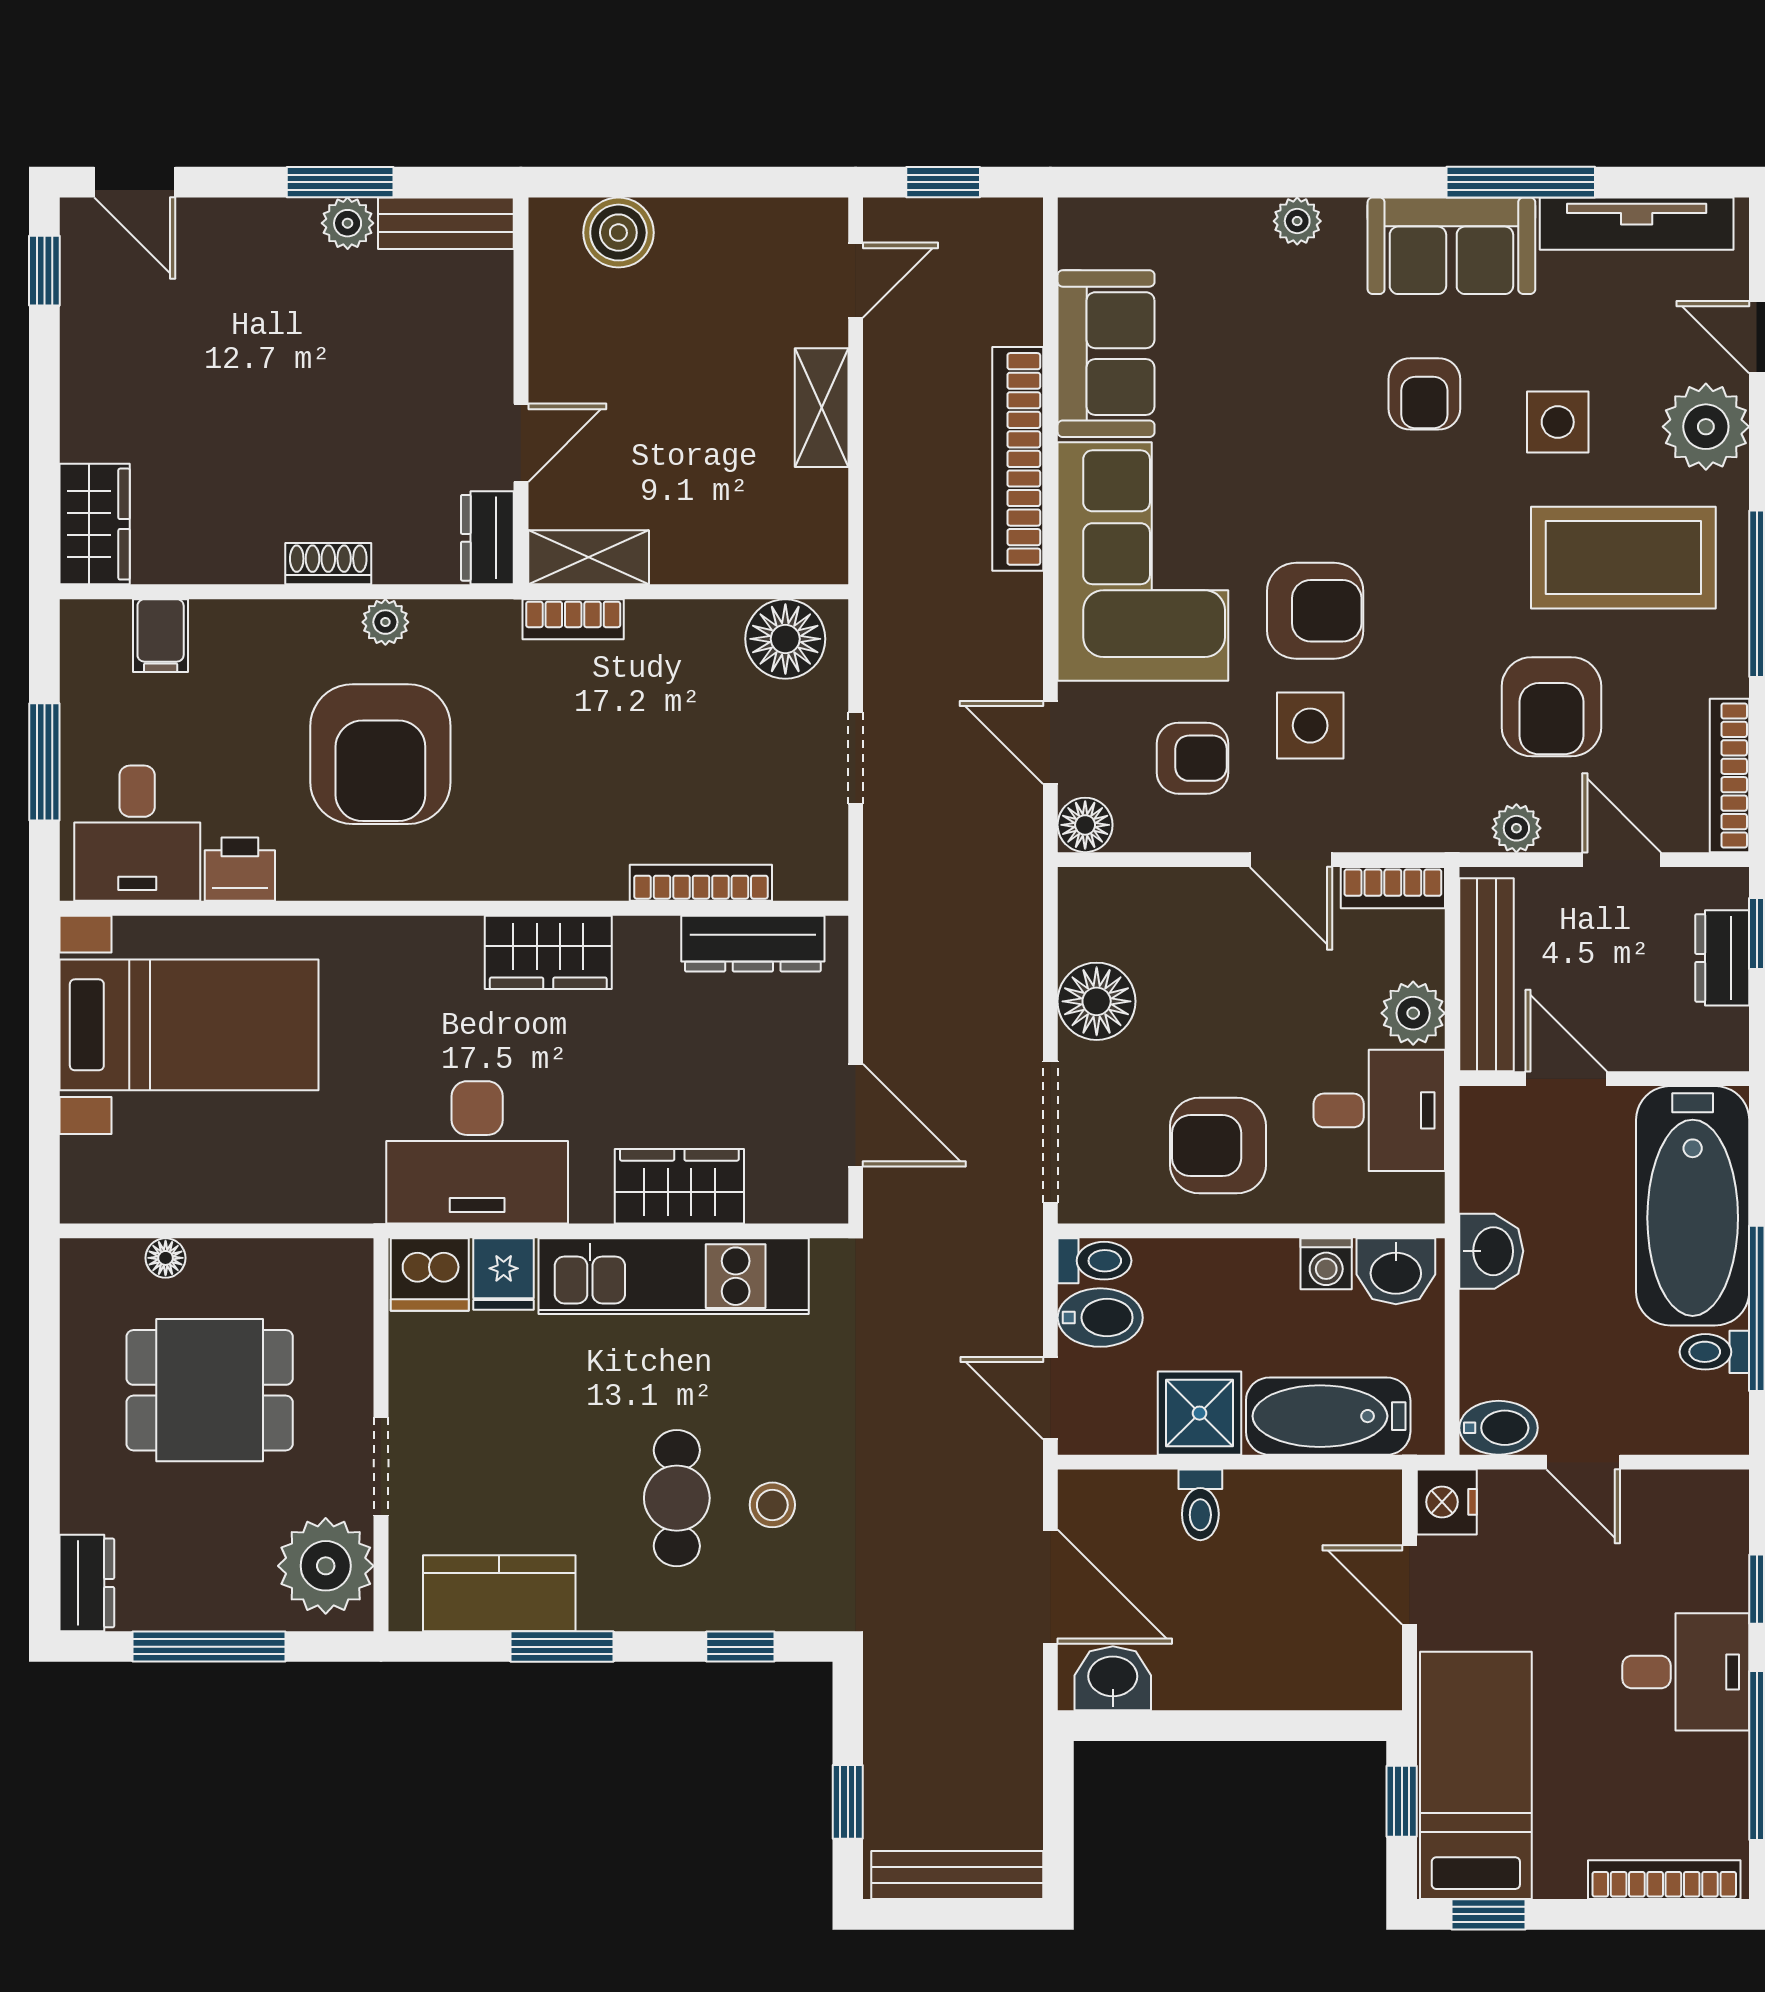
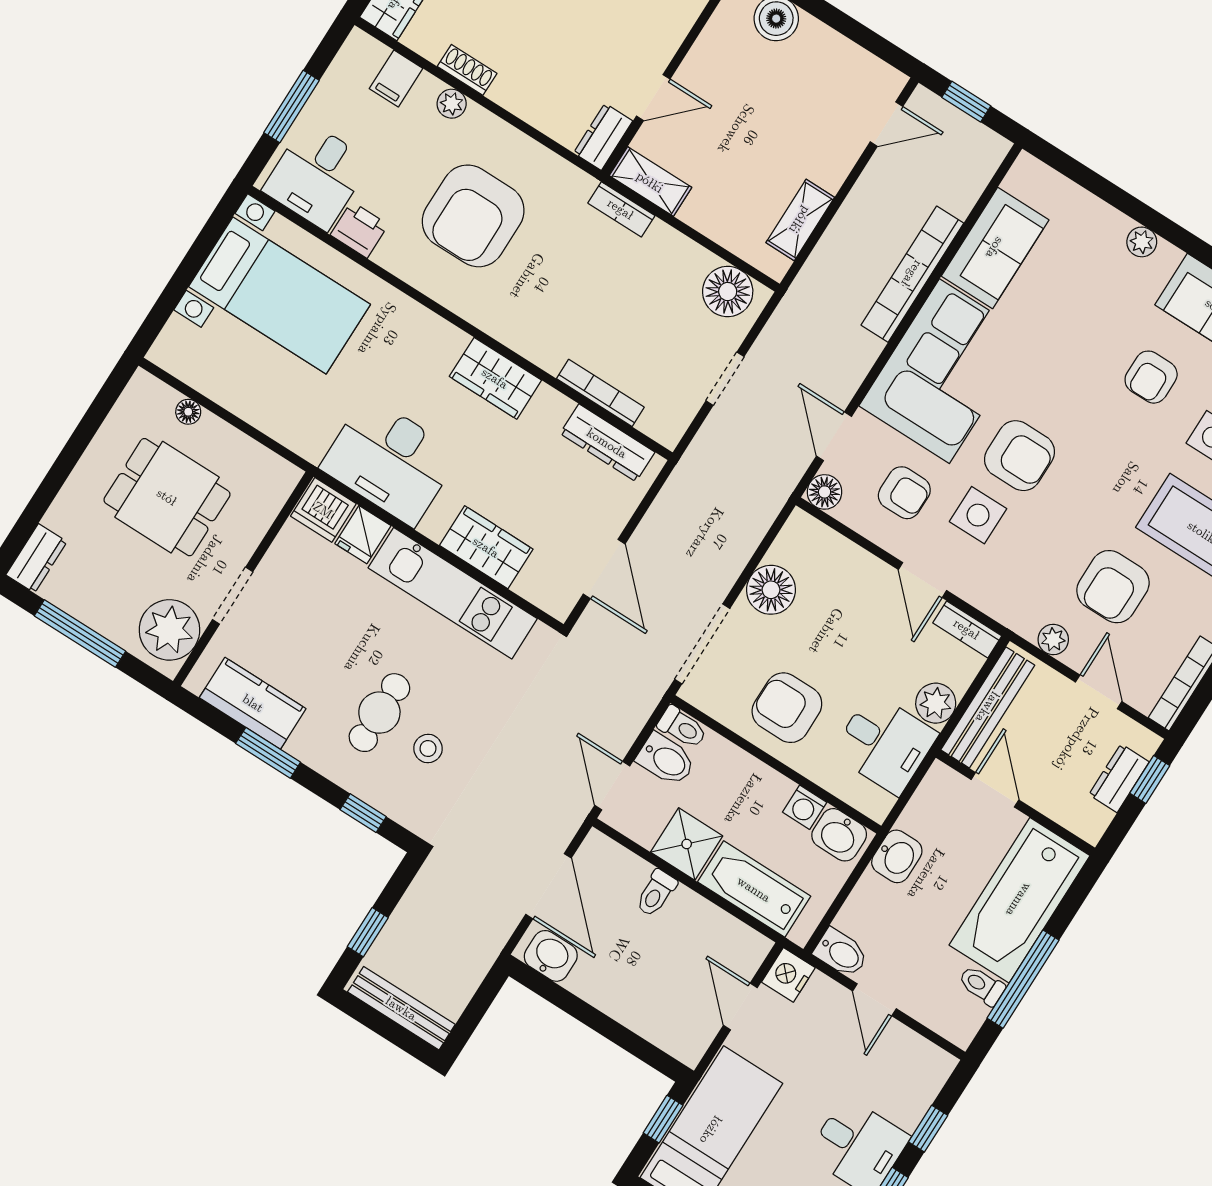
shelving: (822, 408) -> (800, 220), moved
shoe rack: (328, 564) -> (467, 70), moved
plant: (385, 622) -> (452, 104), moved

